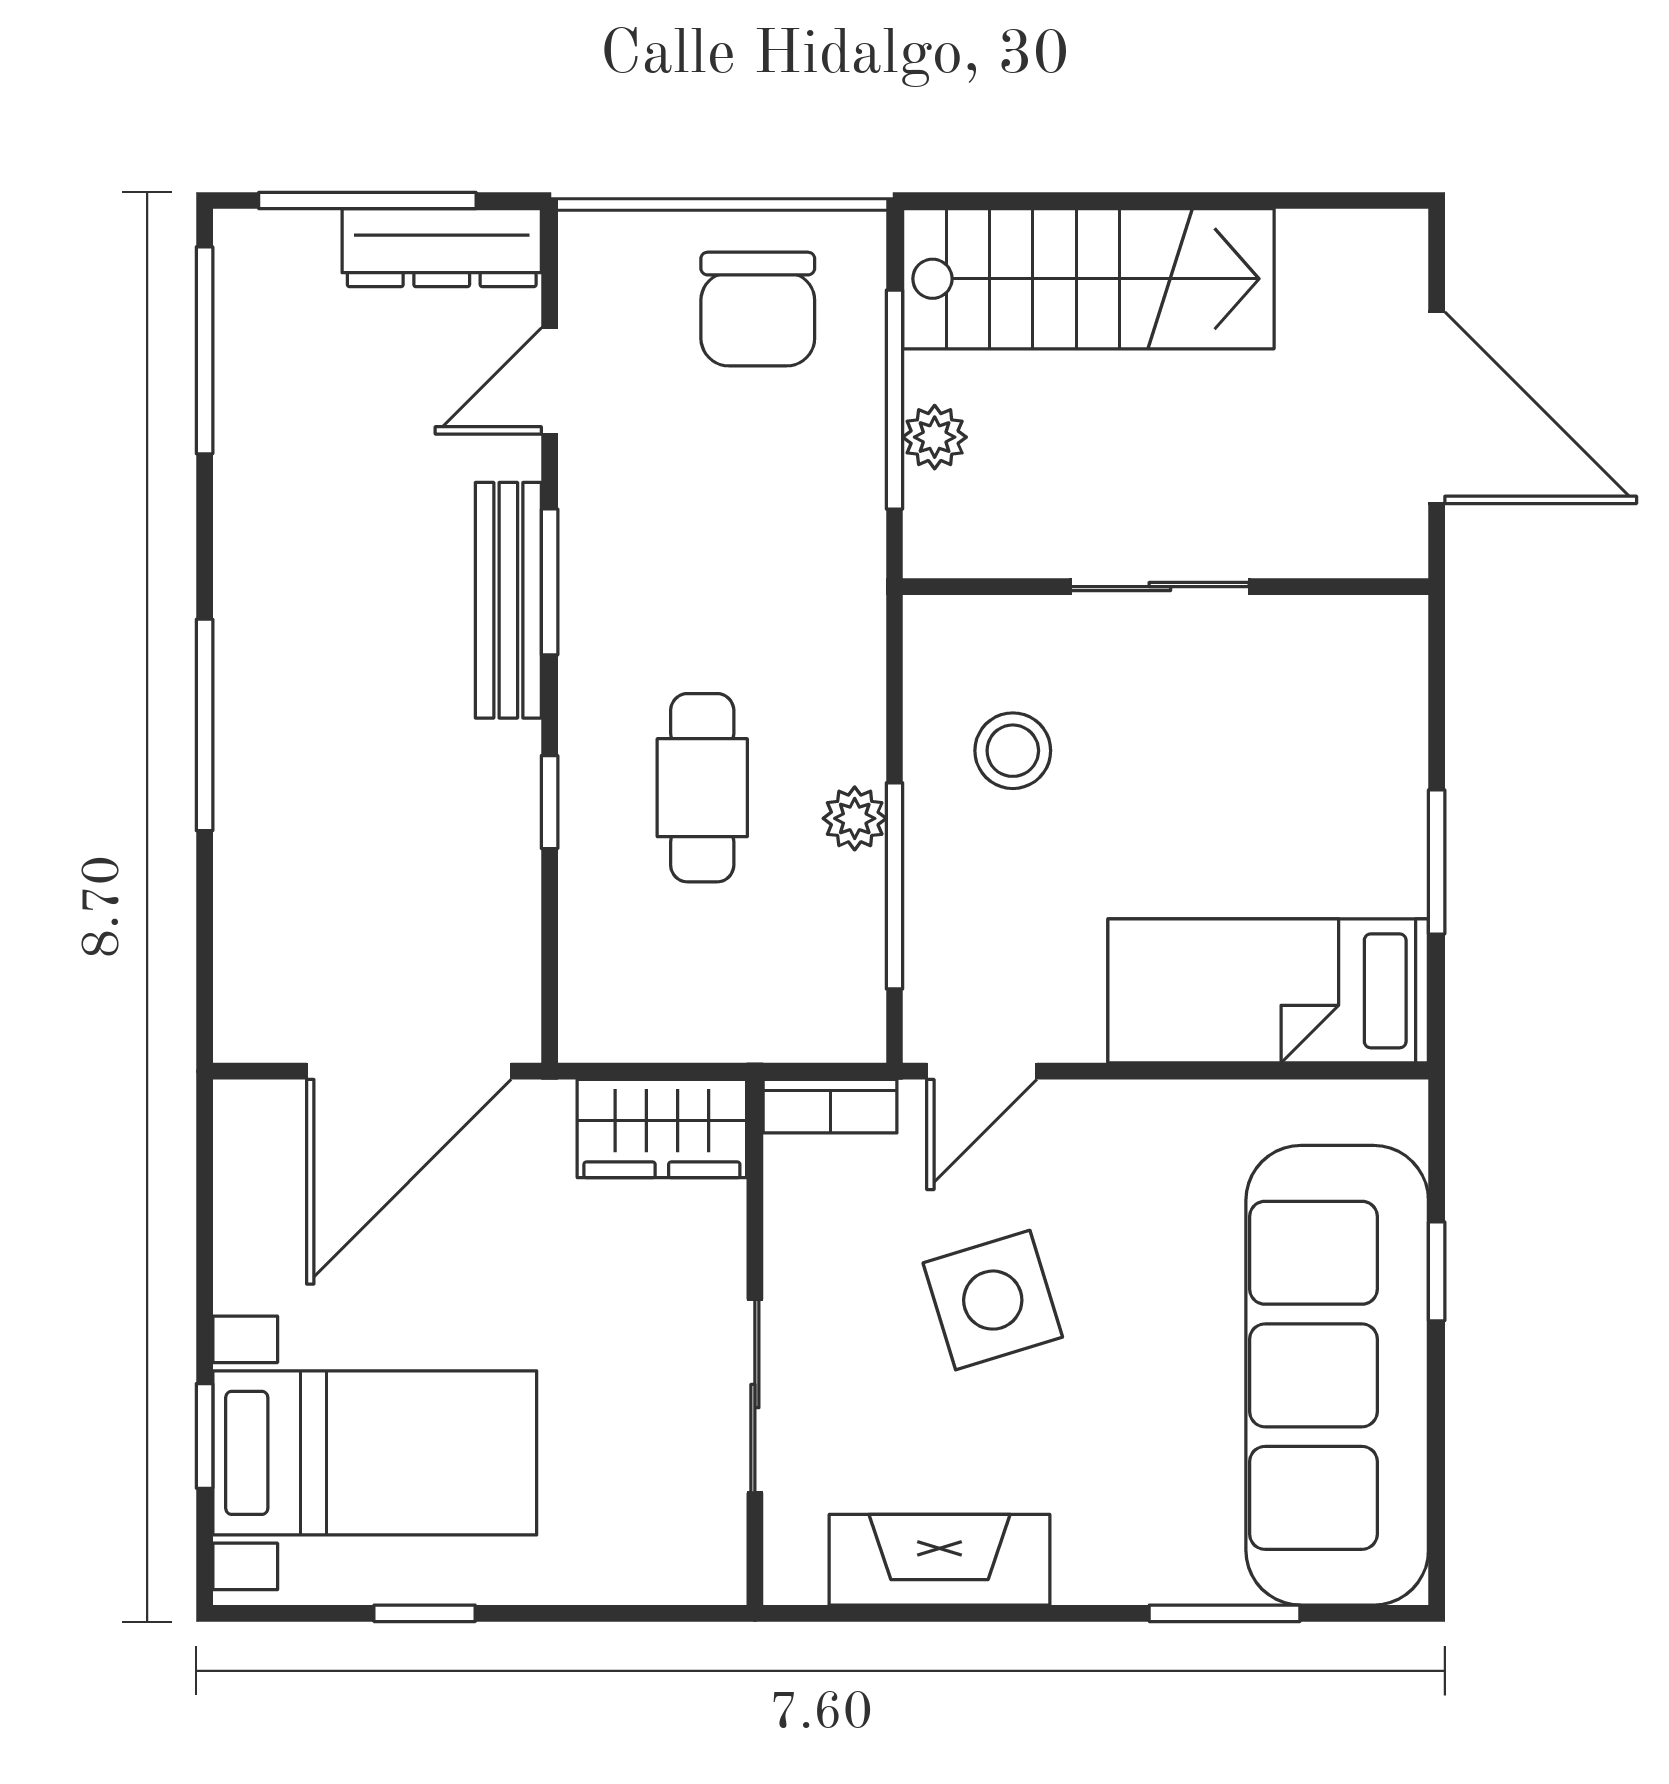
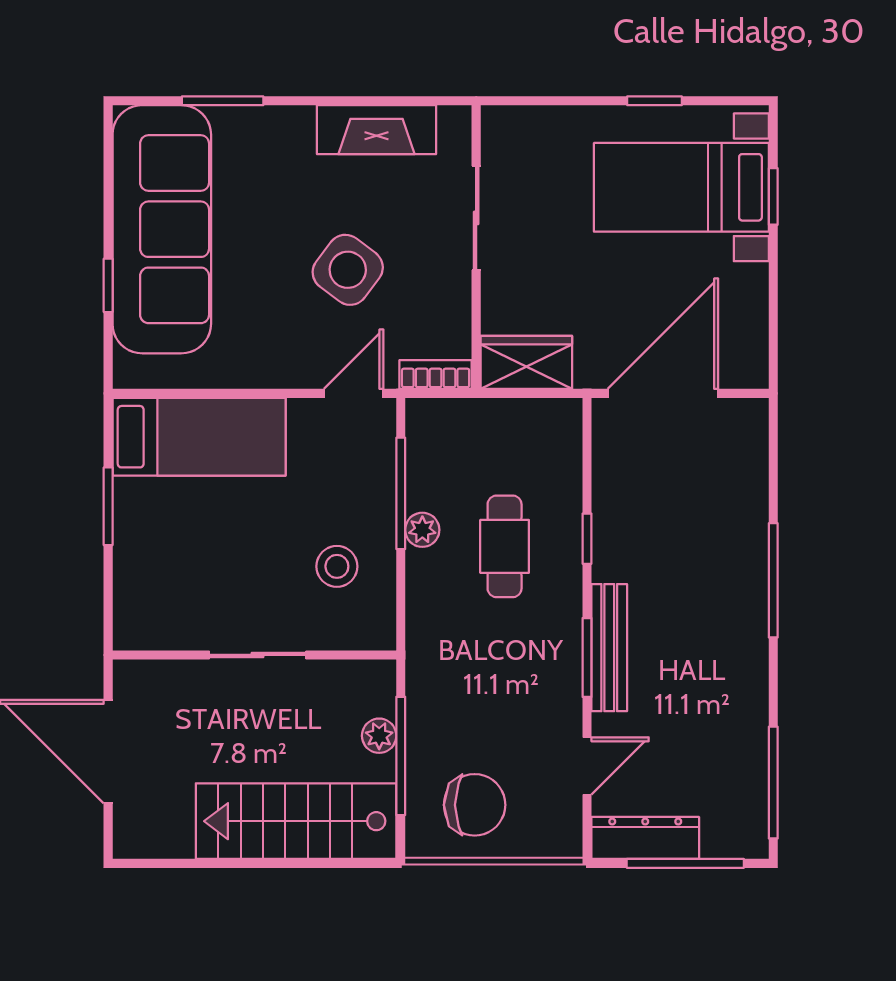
chair: (758, 309) -> (475, 805), turned 90
side table: (993, 1300) -> (348, 270), turned -36

